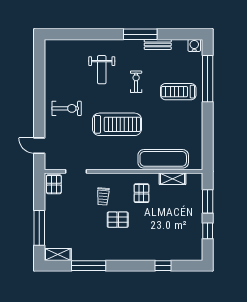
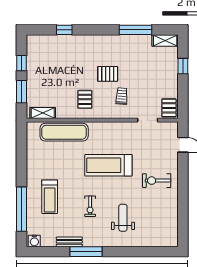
treadmill: (178, 92) -> (50, 197), turned 90
shelving: (173, 179) -> (43, 113), moved
window: (39, 228) -> (183, 66), width x0.46

